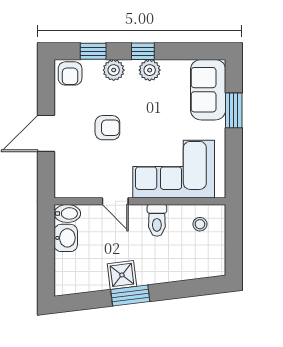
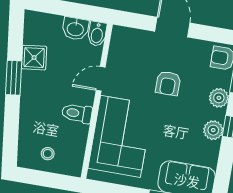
stool: (200, 224) -> (48, 154), moved
shower: (122, 275) -> (34, 58), moved

